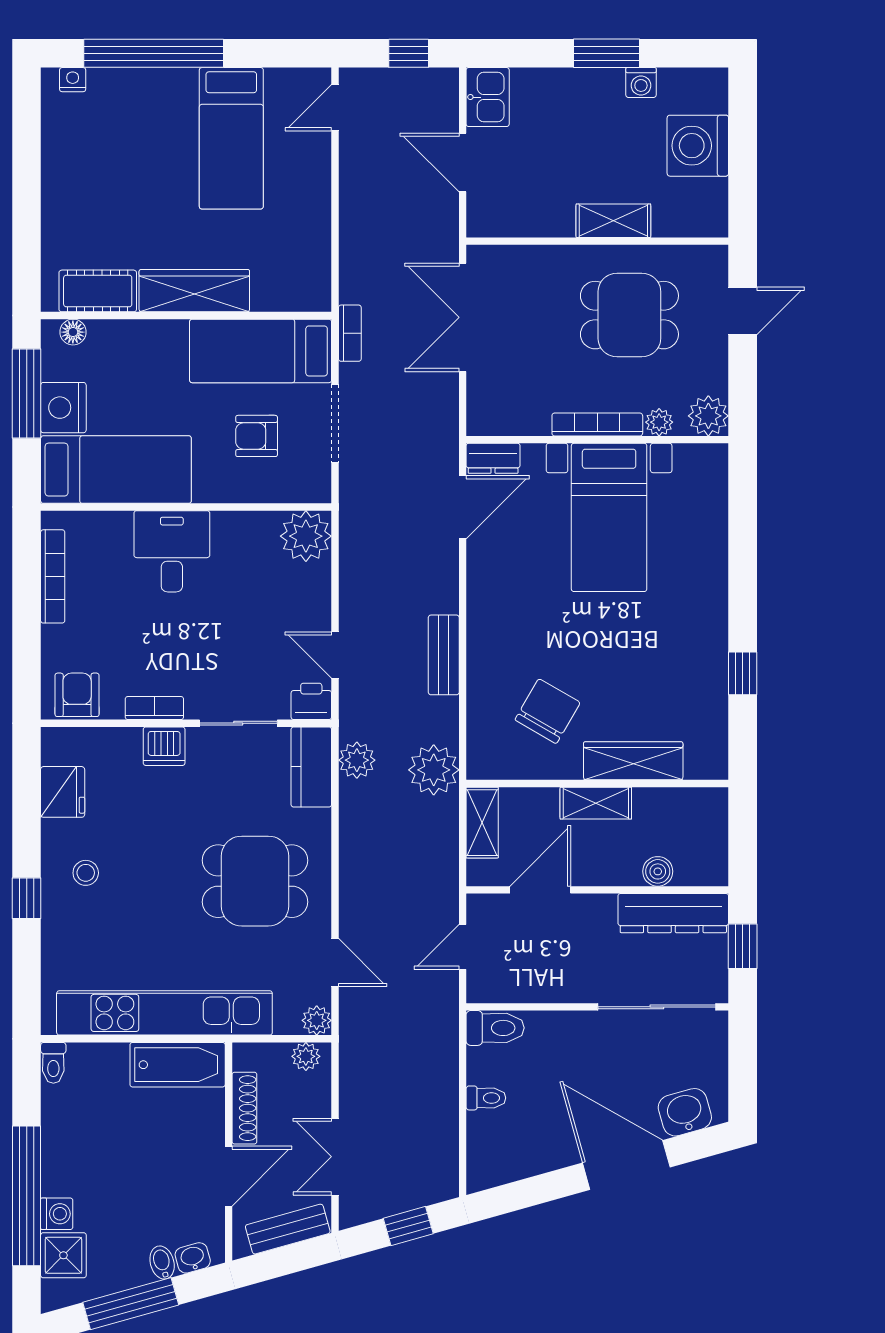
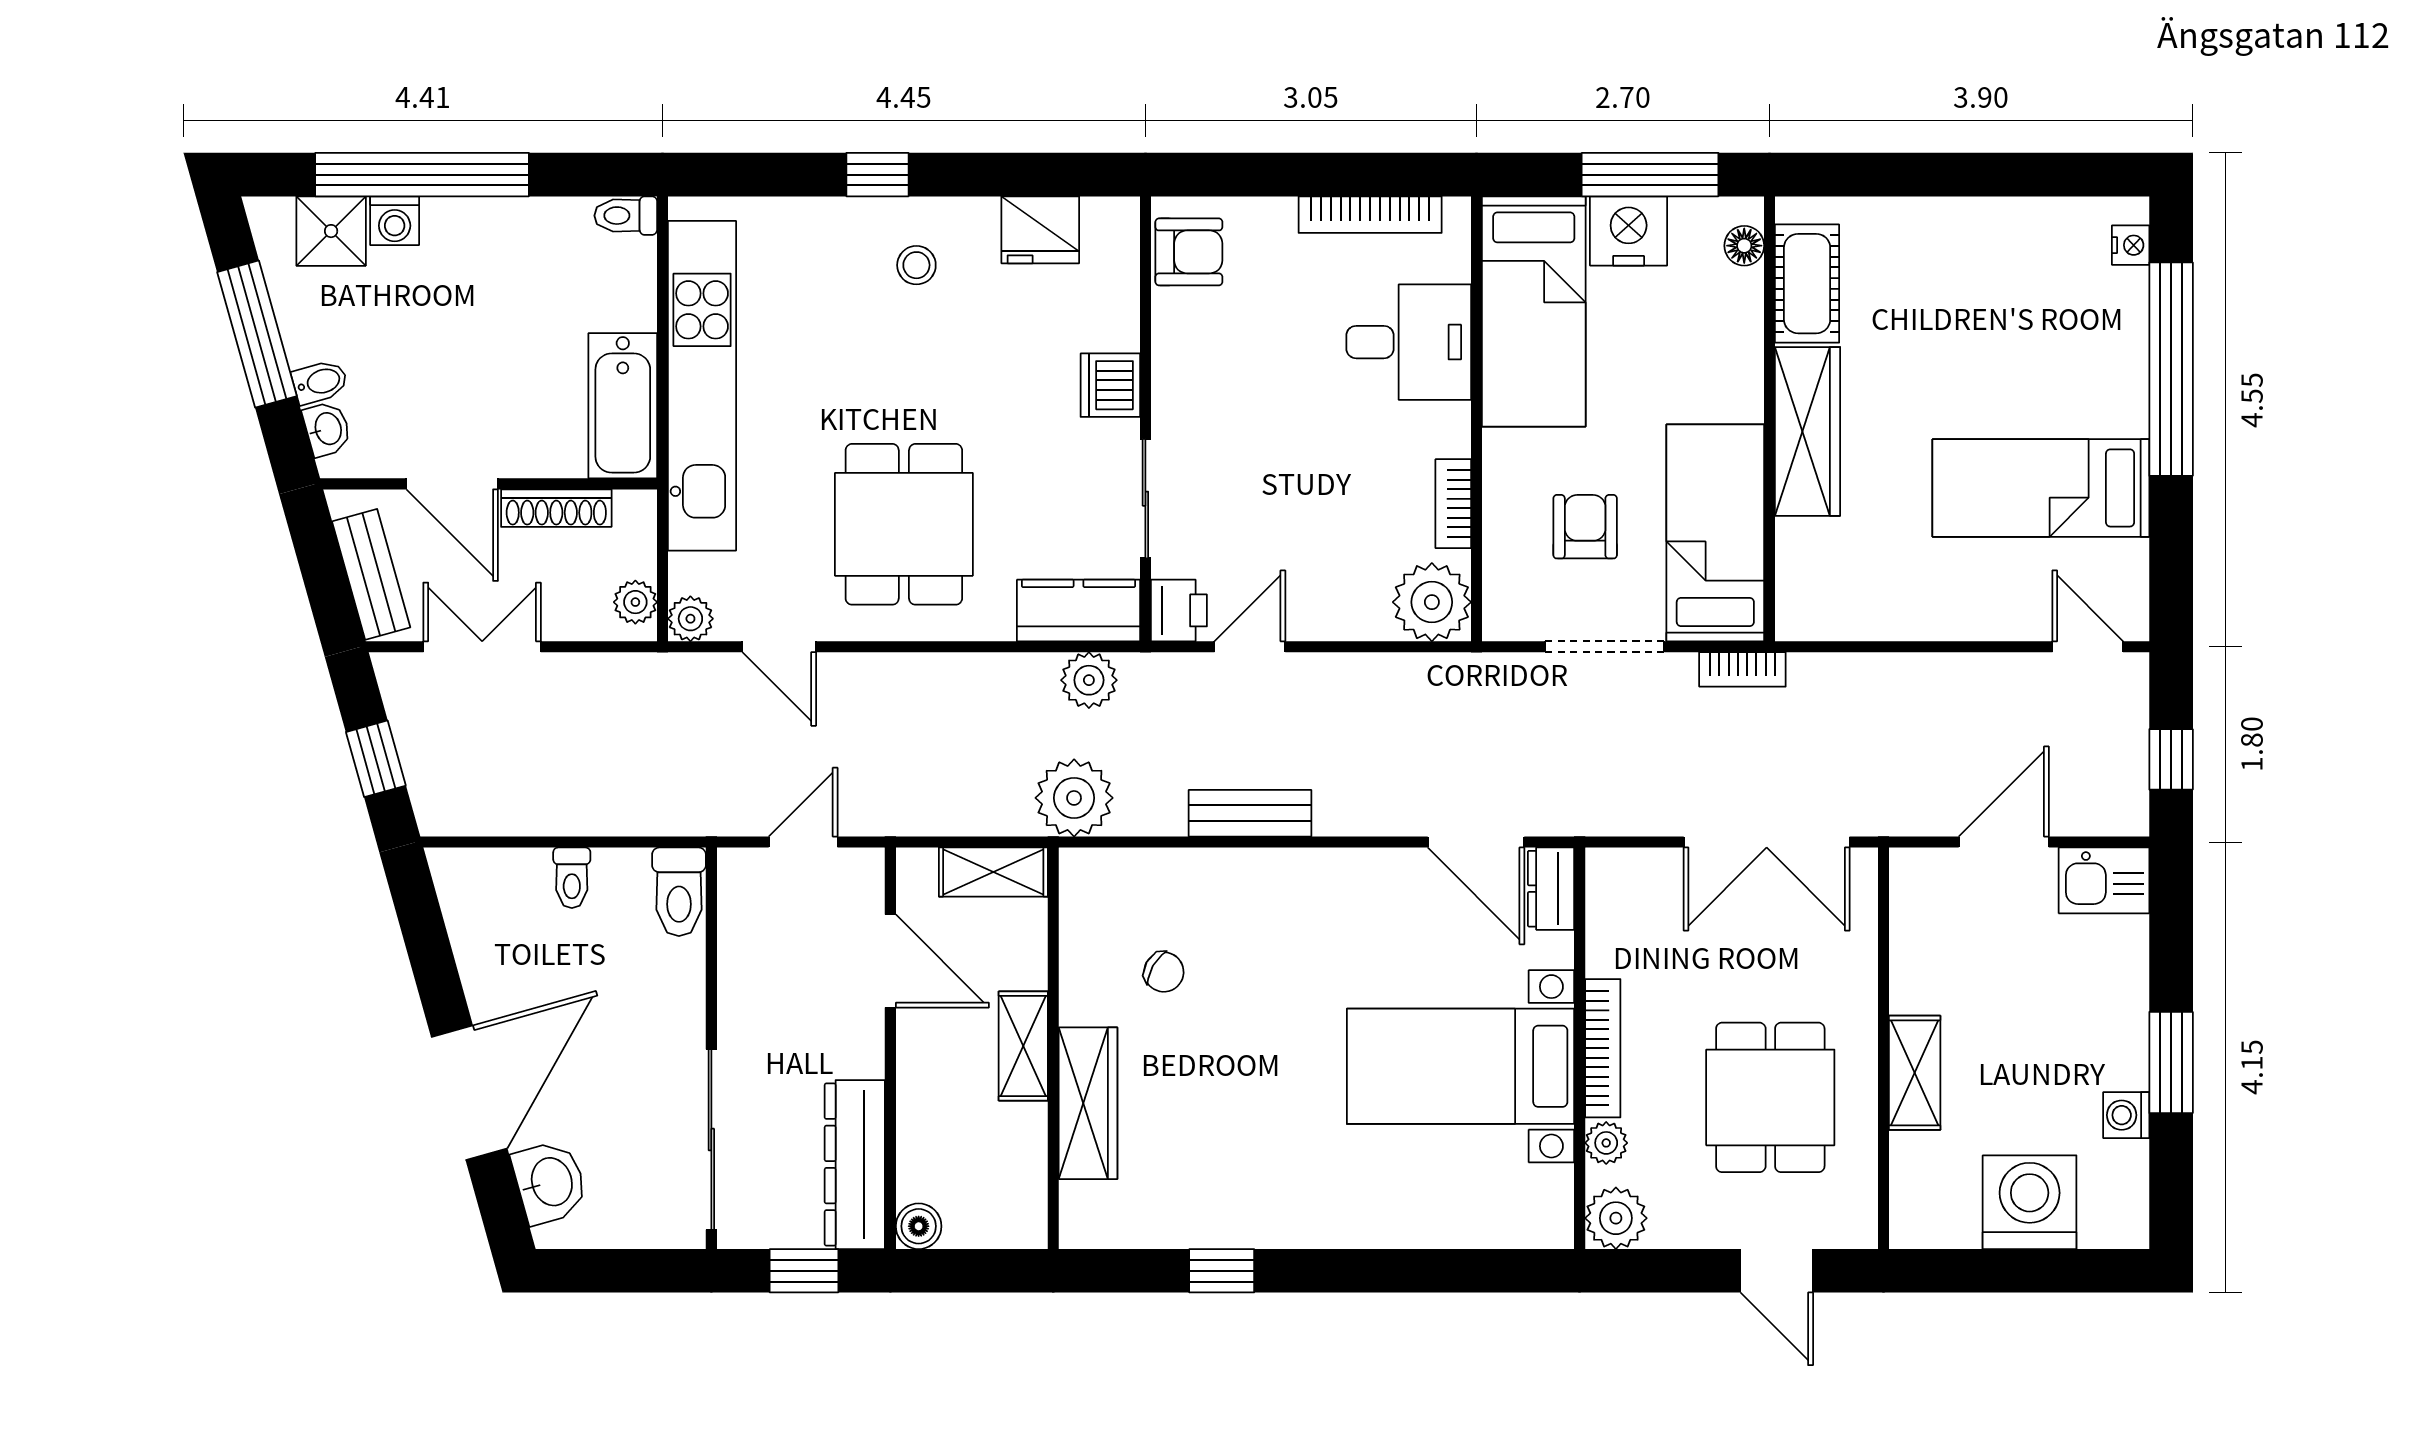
double door: (463, 317) -> (1767, 842), swing flipped
desk: (172, 551) -> (1409, 342), moved
bookcase: (154, 708) -> (1453, 504), moved, turned 180
chair: (548, 711) -> (1164, 972), width x0.54, depth x0.54
boiler: (658, 871) -> (919, 1226), moved
door: (463, 947) -> (803, 842), hinge flipped
door: (335, 962) -> (779, 647), hinge flipped

